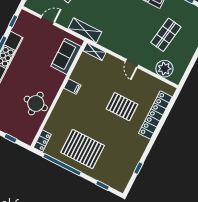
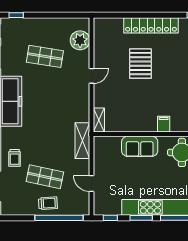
sofa: (66, 56) -> (140, 146), moved
filing cabinet: (72, 87) -> (164, 124), moved
locker: (155, 115) -> (151, 25), moved

